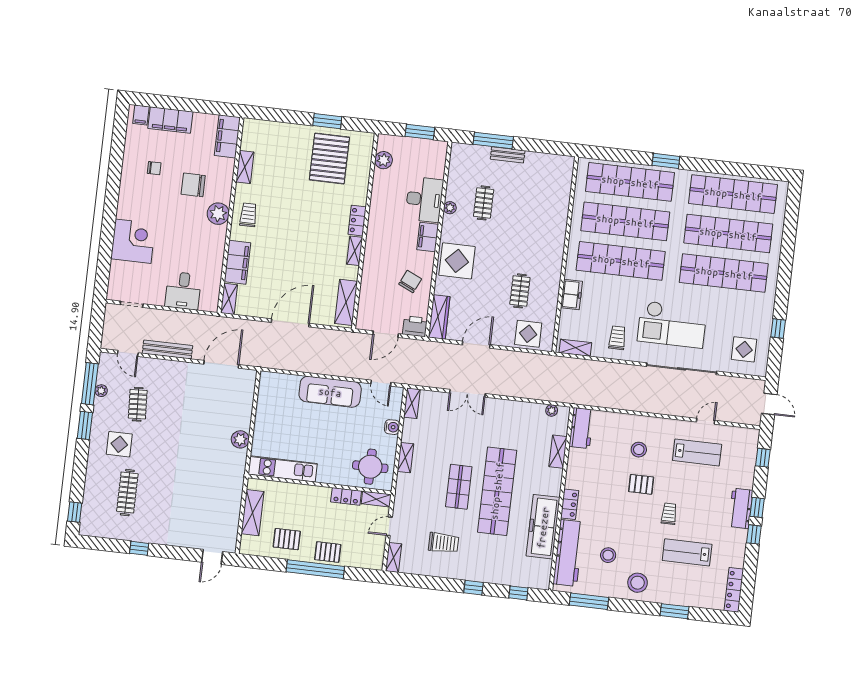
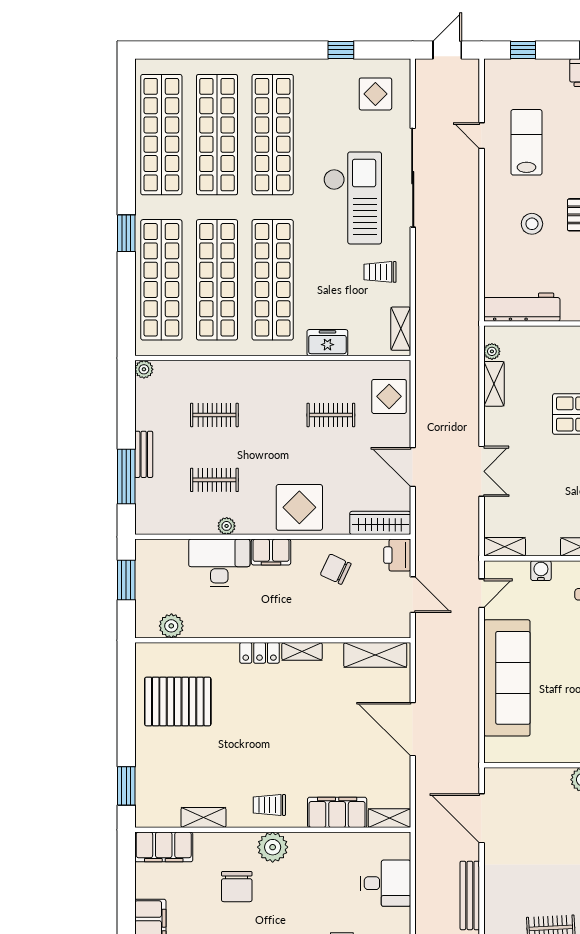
window: (327, 121) -> (126, 786), moved
plant: (568, 162) -> (144, 369), added
clothes rail: (530, 208) -> (214, 415), added
sofa: (330, 392) -> (507, 678), width x1.36, depth x1.27
workbench: (581, 428) -> (522, 307), width x1.37
shelving: (558, 452) -> (494, 384), moved, turned 90

